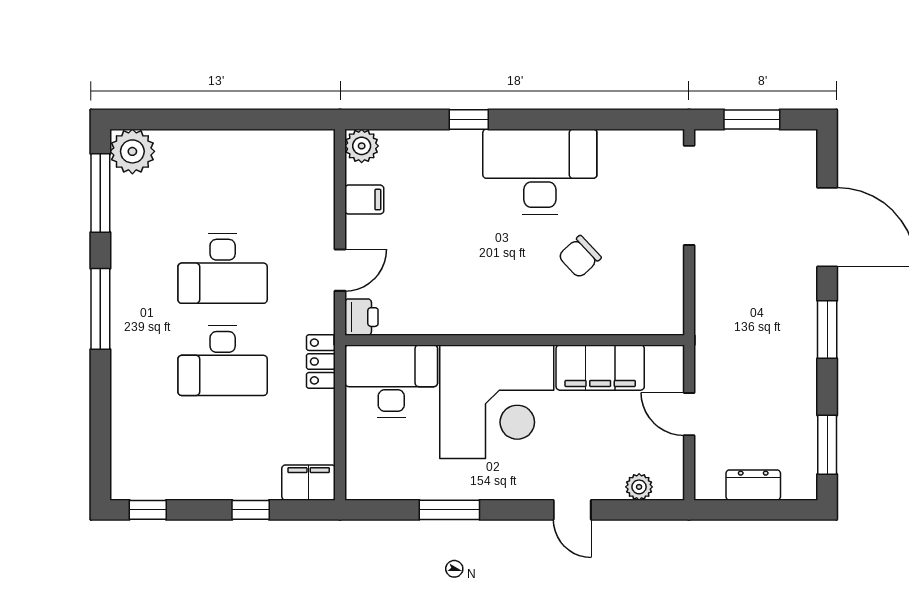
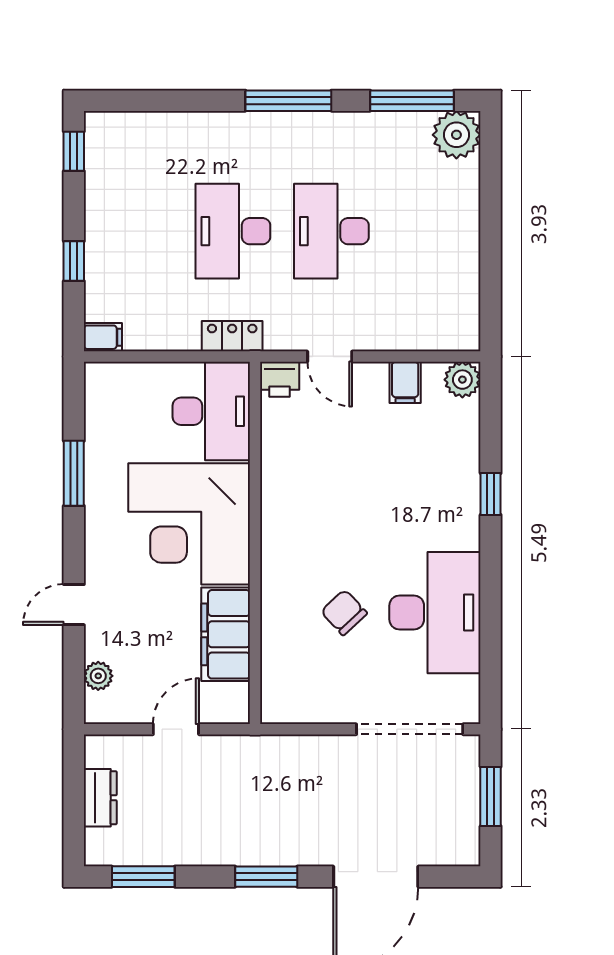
desk: (540, 172) -> (435, 613), moved
filing cabinet: (309, 483) -> (103, 337), width x0.50

